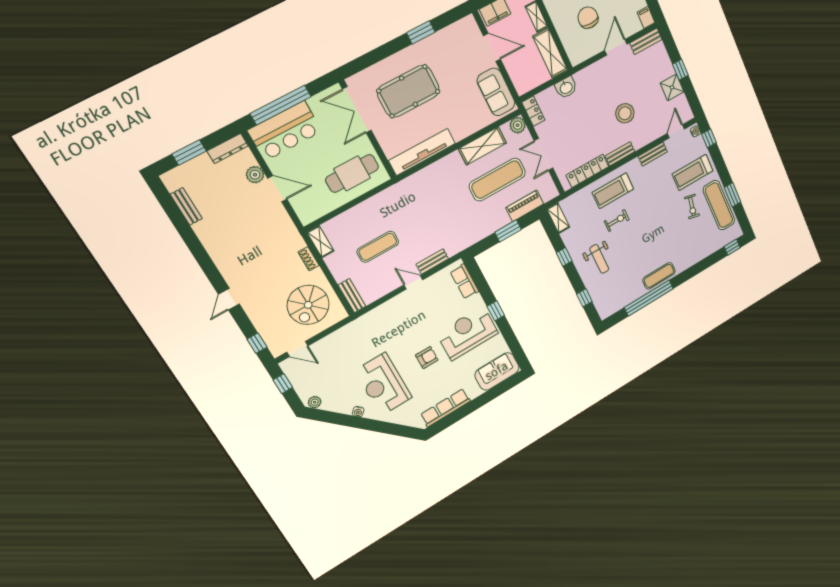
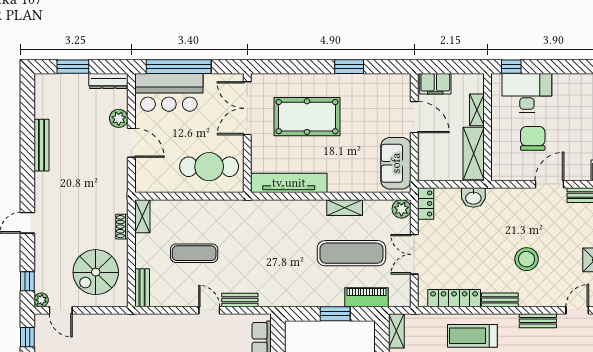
shelving: (482, 146) -> (345, 208), width x0.67, depth x0.75
bench: (186, 206) -> (41, 145), moved, width x1.36
plant: (277, 350) -> (41, 300), added

